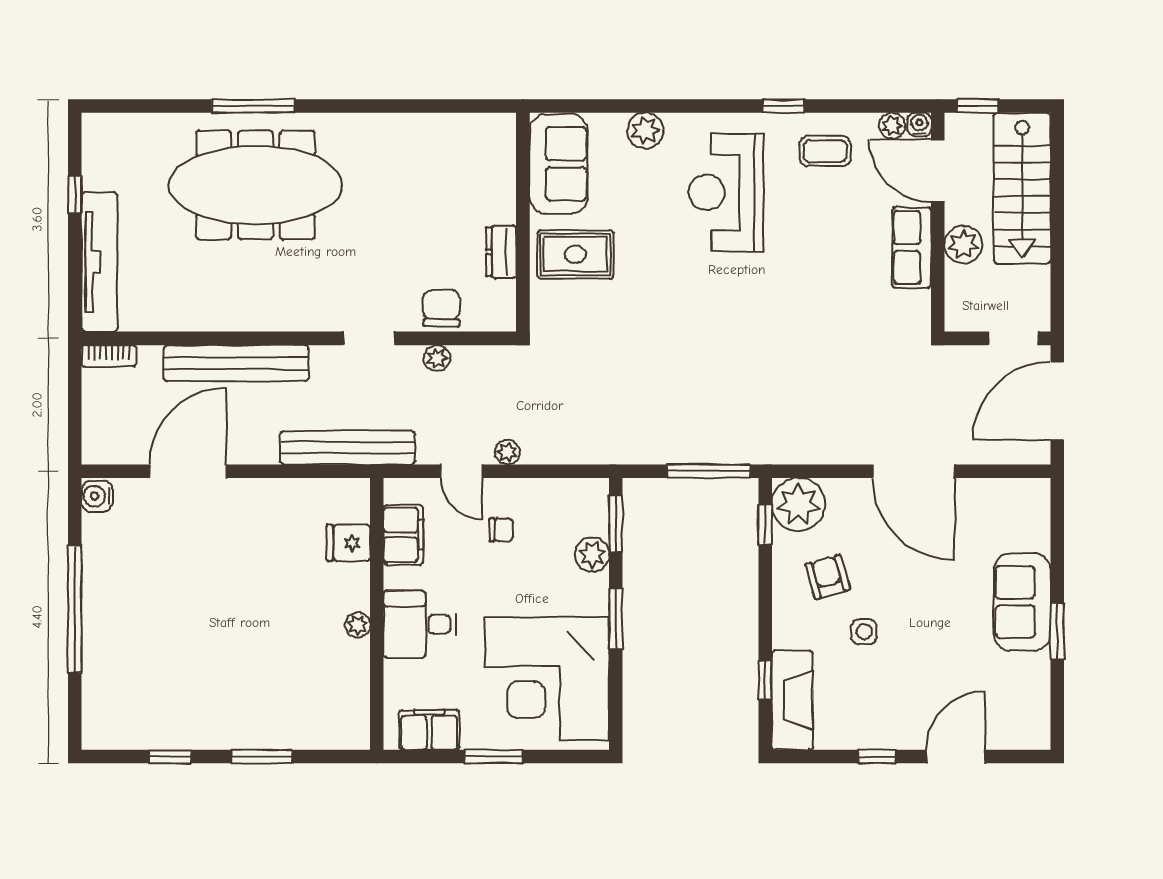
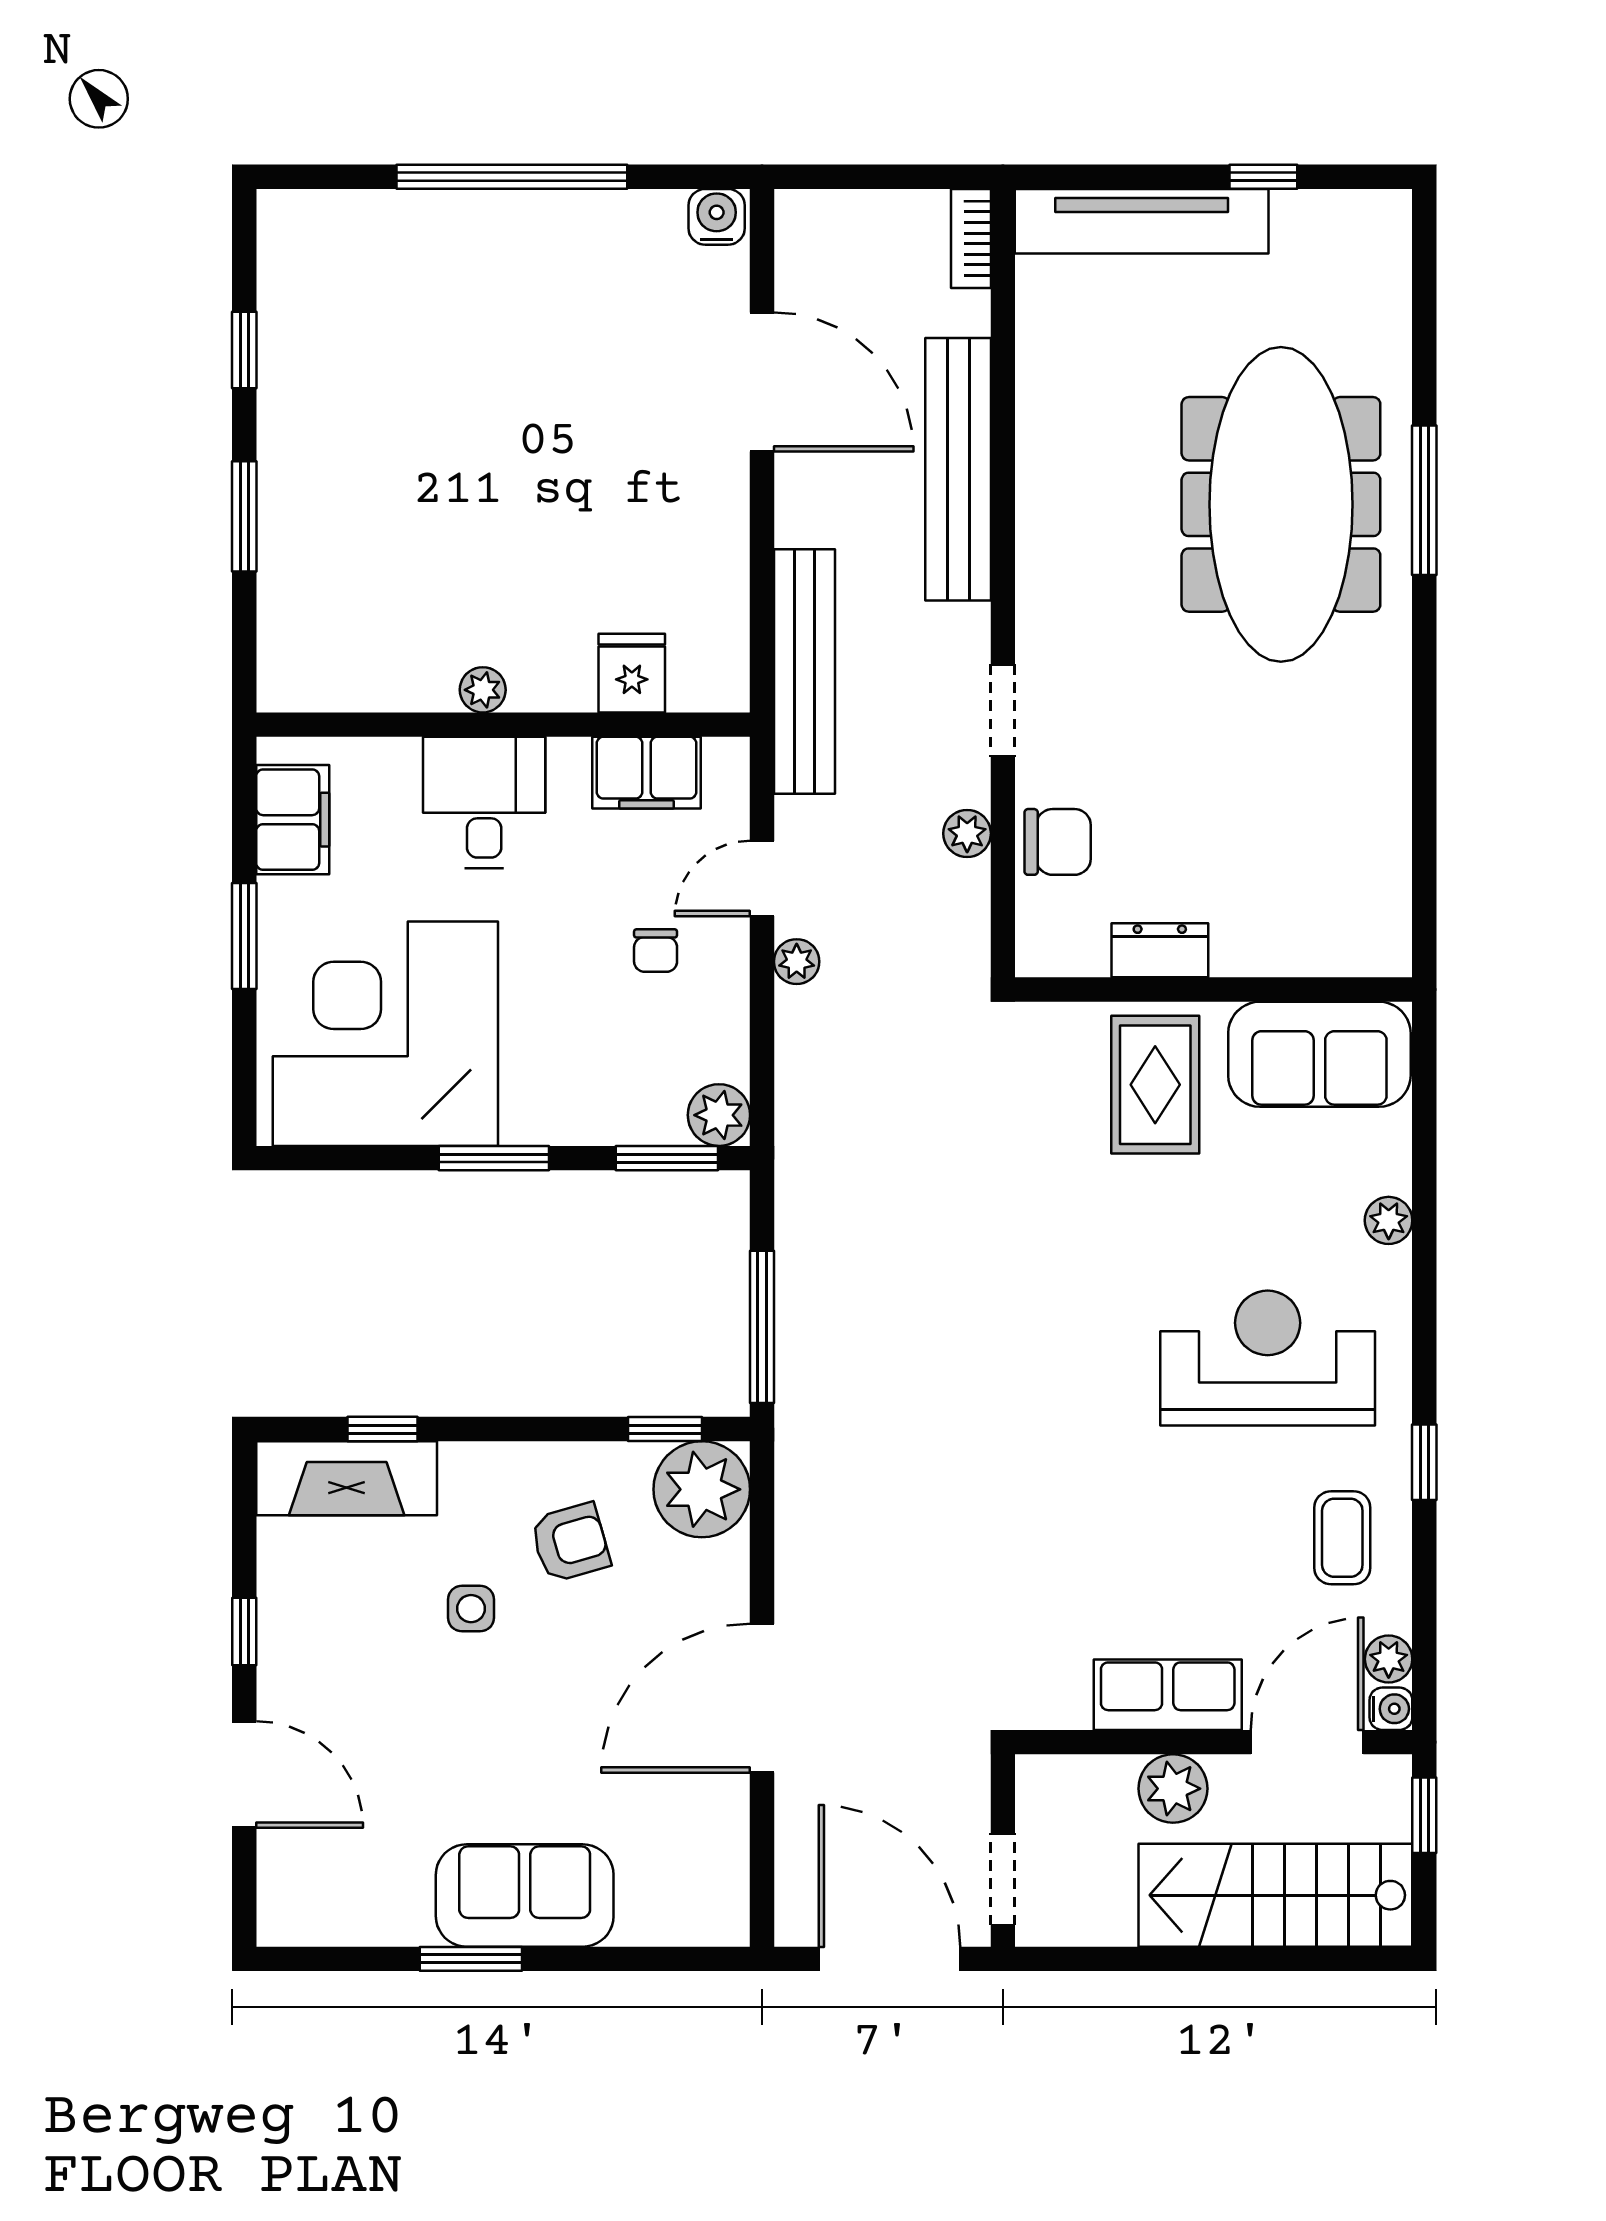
plant: (645, 131) -> (1389, 1220), width x0.73, depth x0.73
plant: (592, 554) -> (719, 1115), moved

